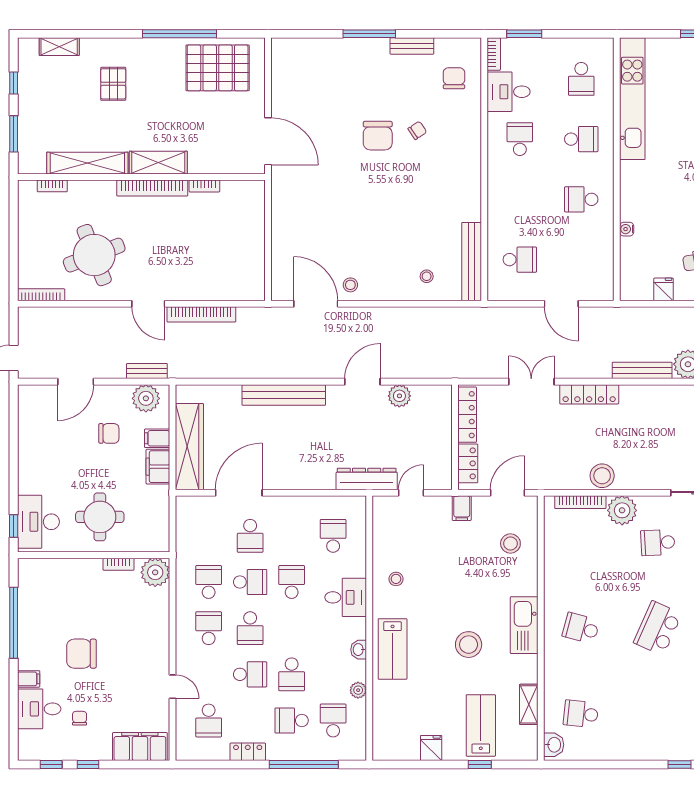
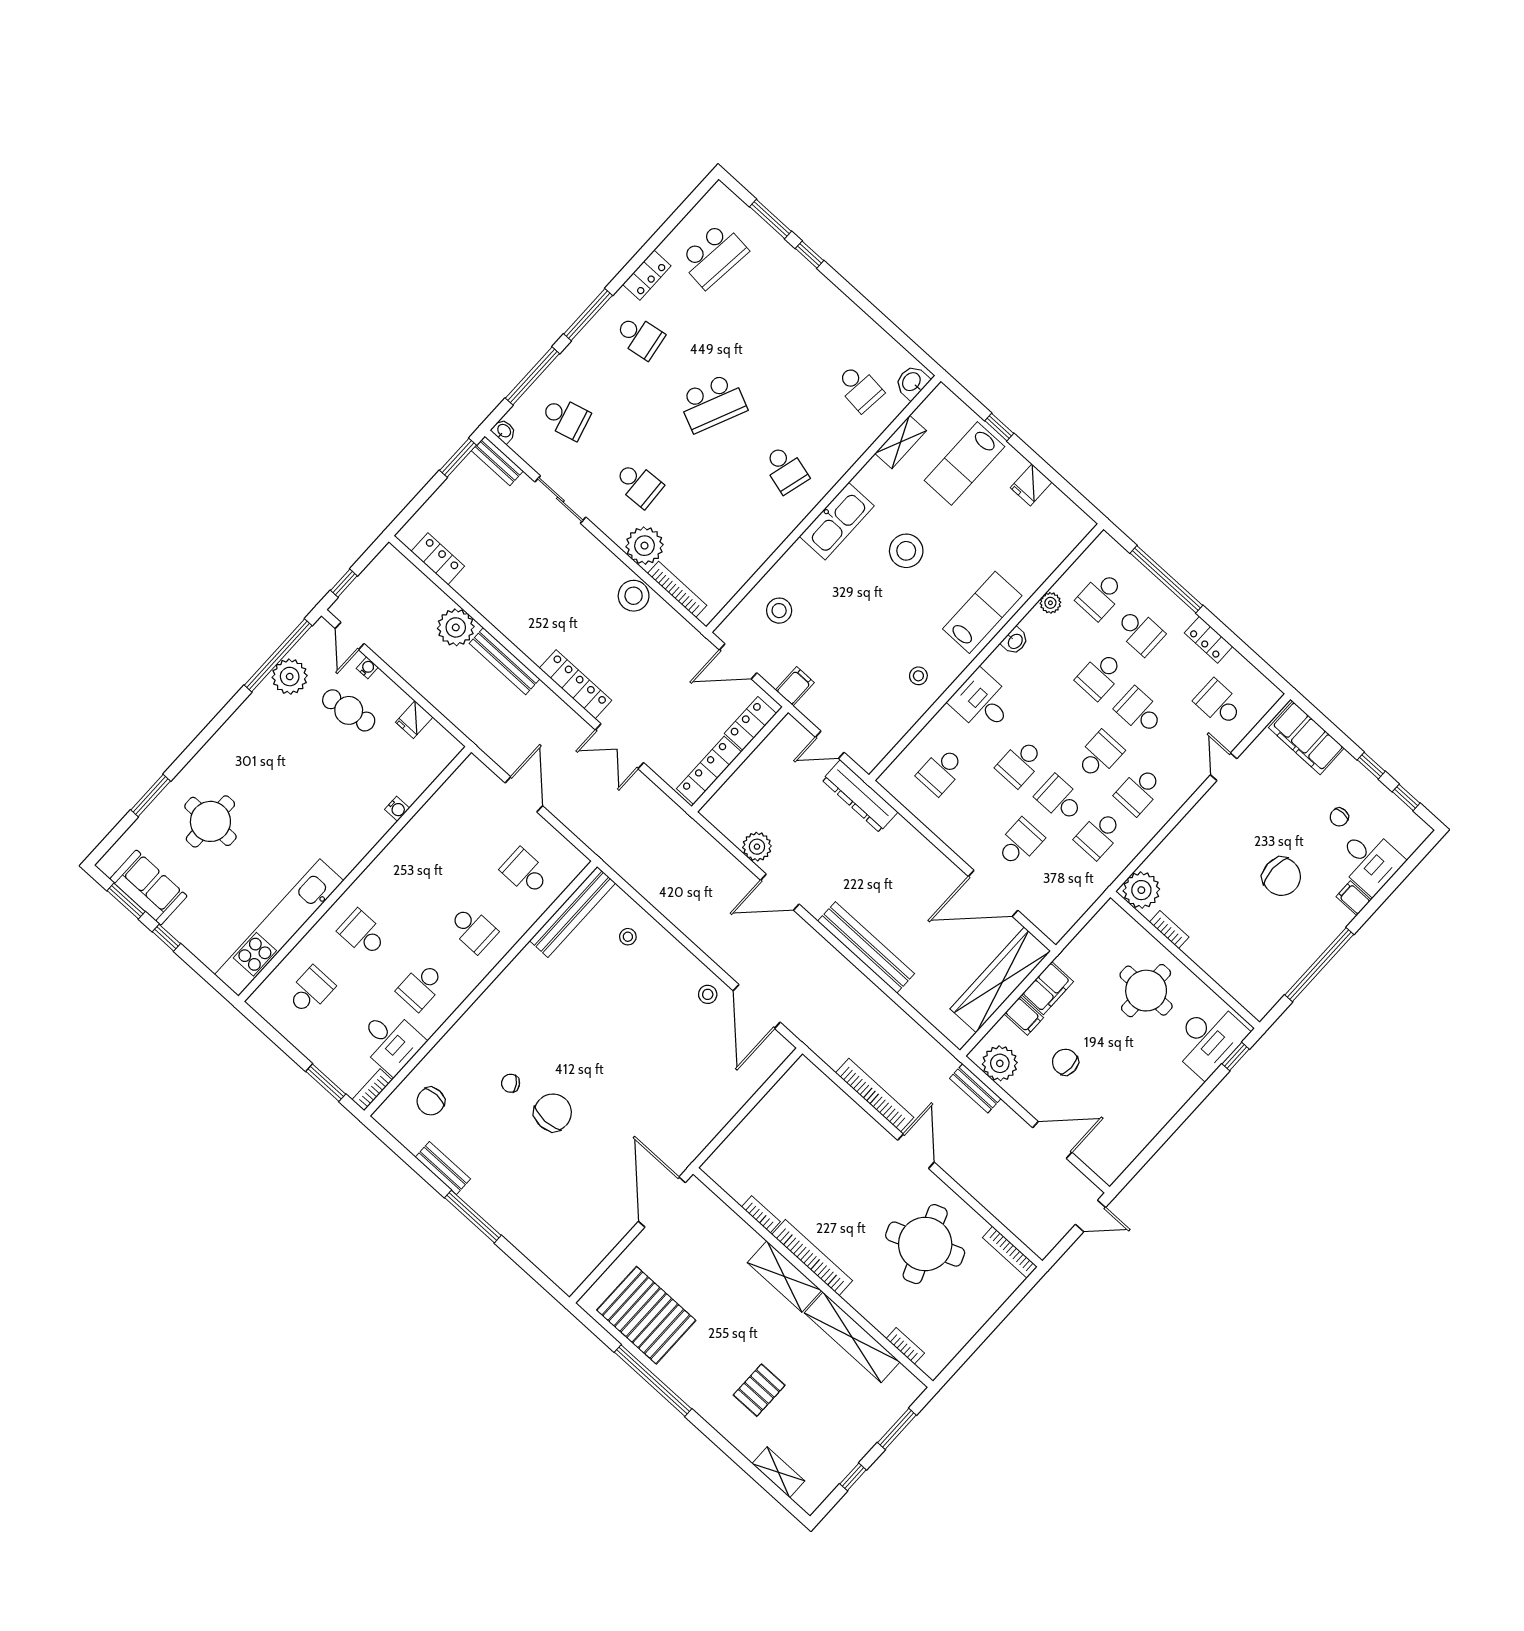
school desk: (581, 199) -> (473, 929), moved
school desk: (292, 674) -> (1100, 675), turned 180
school desk: (209, 721) -> (1219, 703), turned -90

